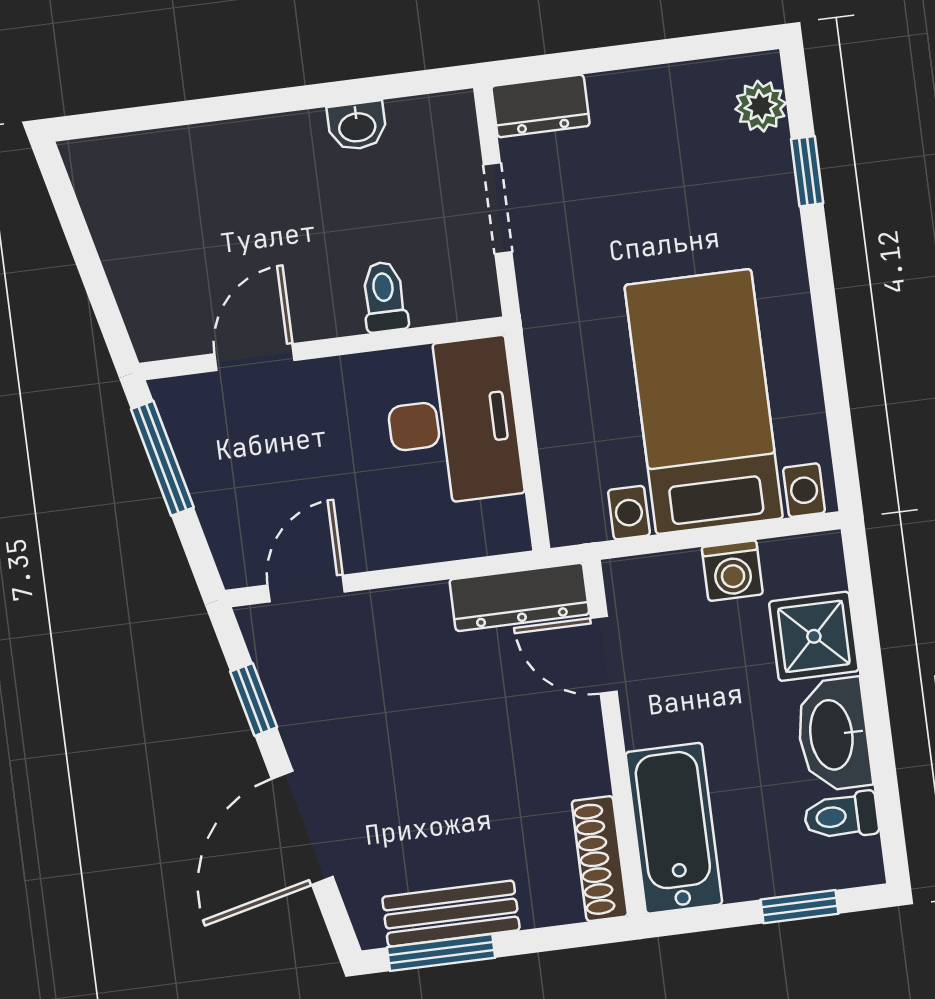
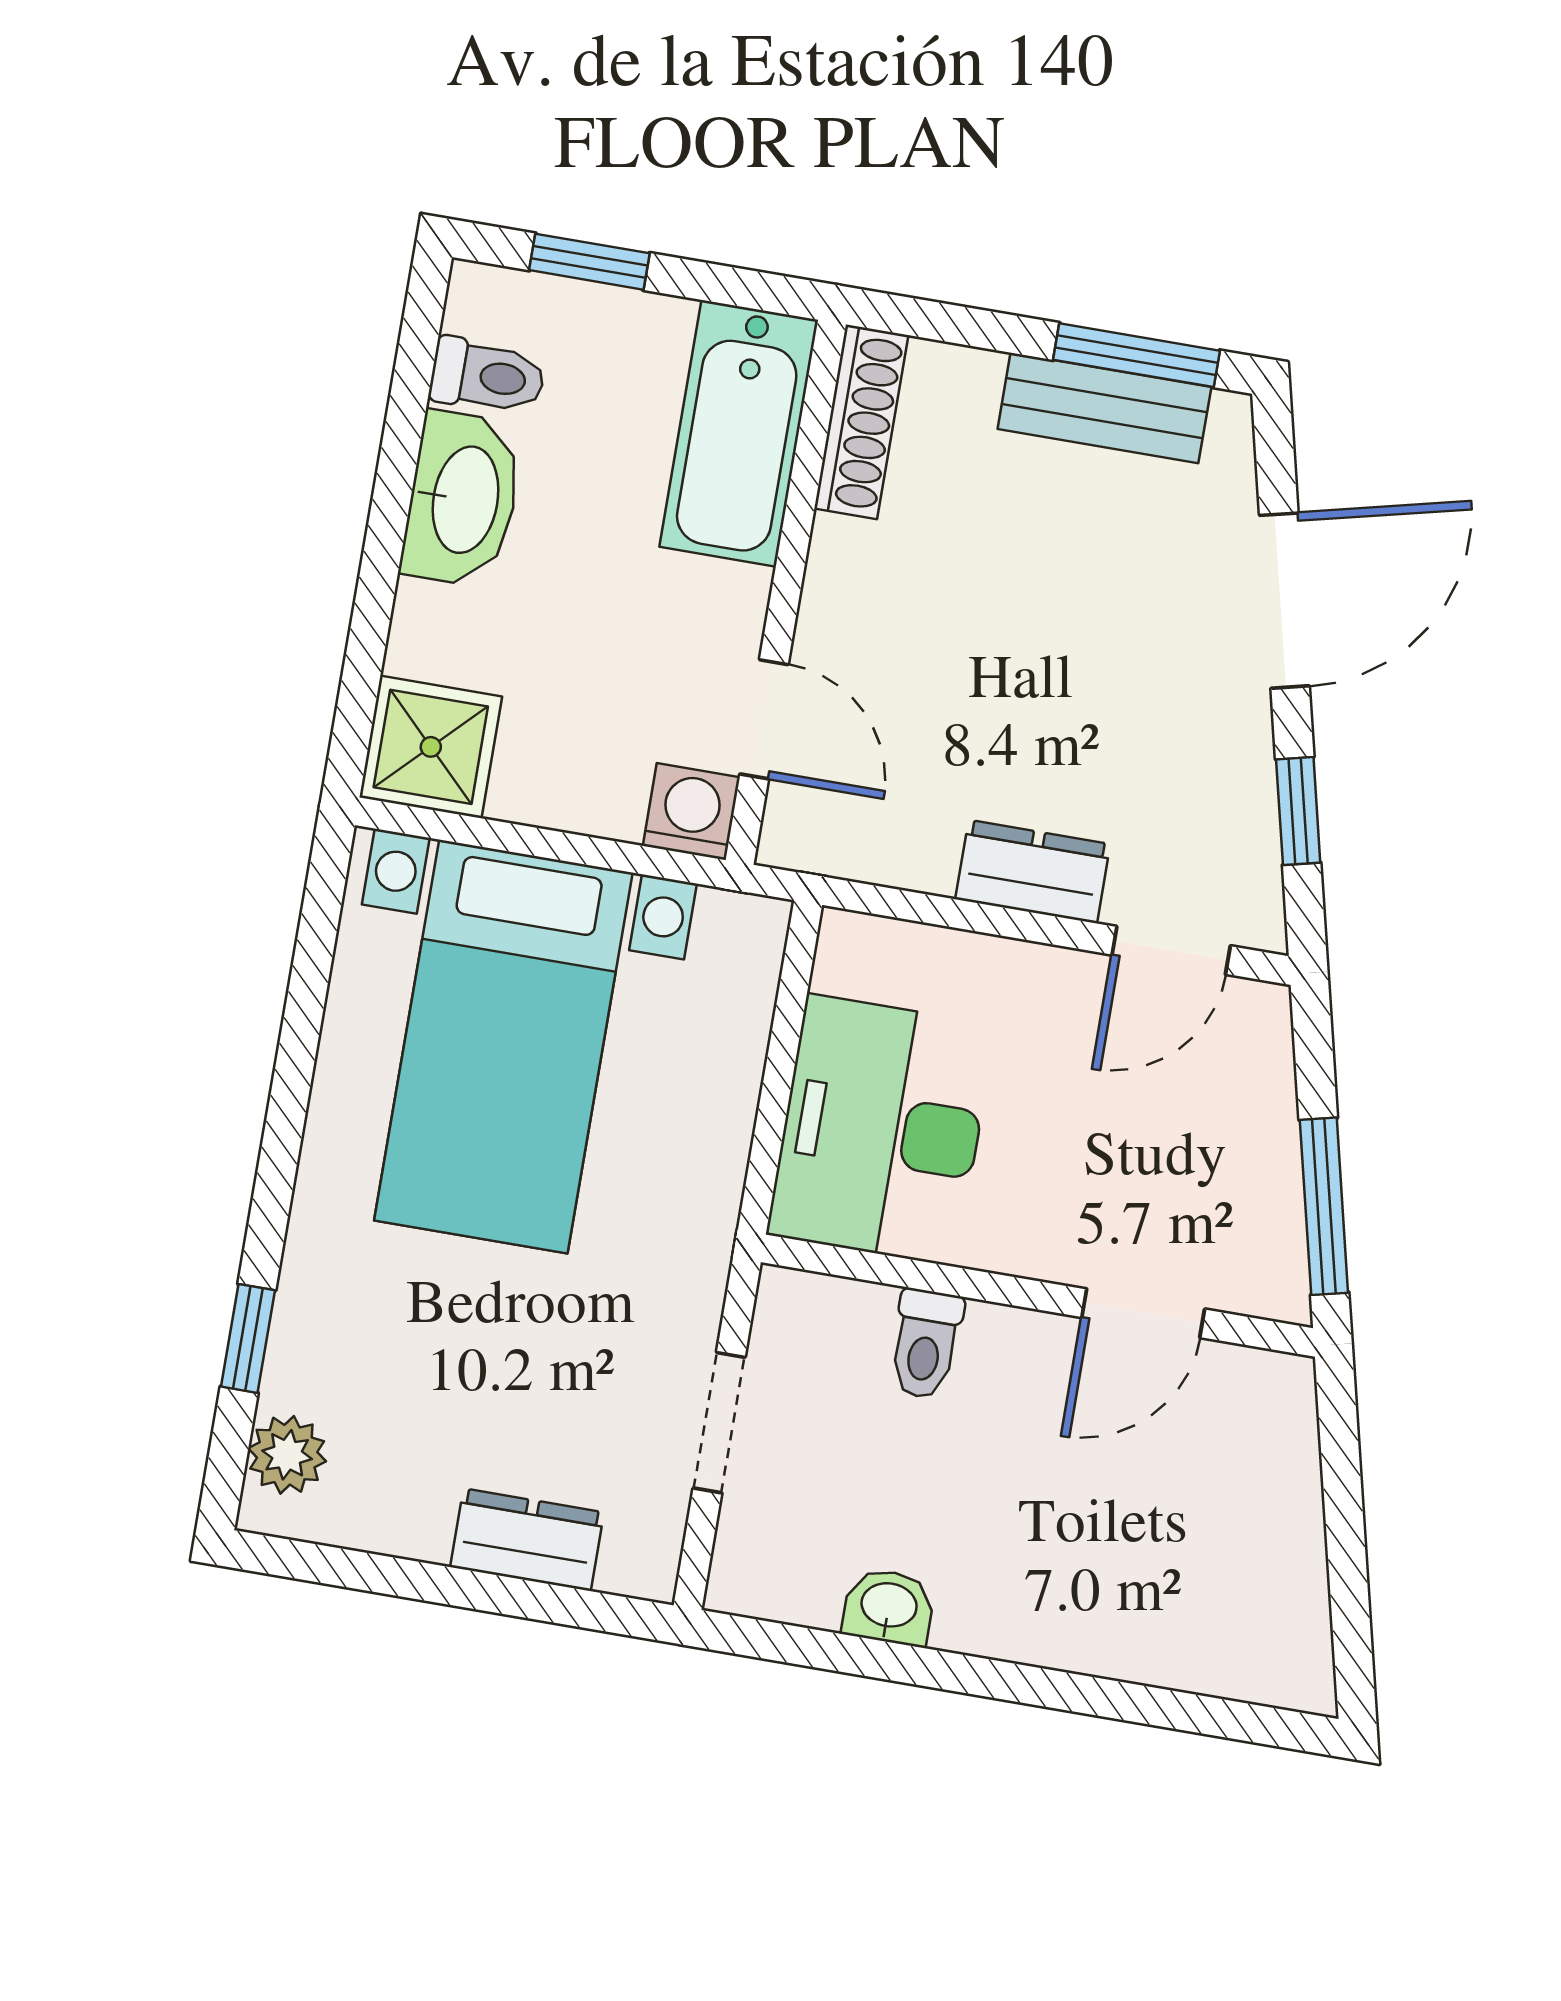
dresser: (541, 106) -> (527, 1540), moved
washing machine: (732, 571) -> (691, 812), moved
dresser: (519, 597) -> (1033, 872), moved, width x0.70
shower: (814, 636) -> (431, 747), moved

